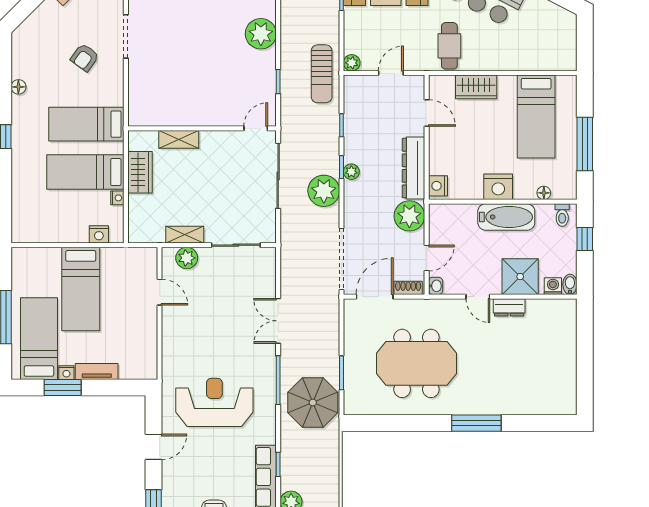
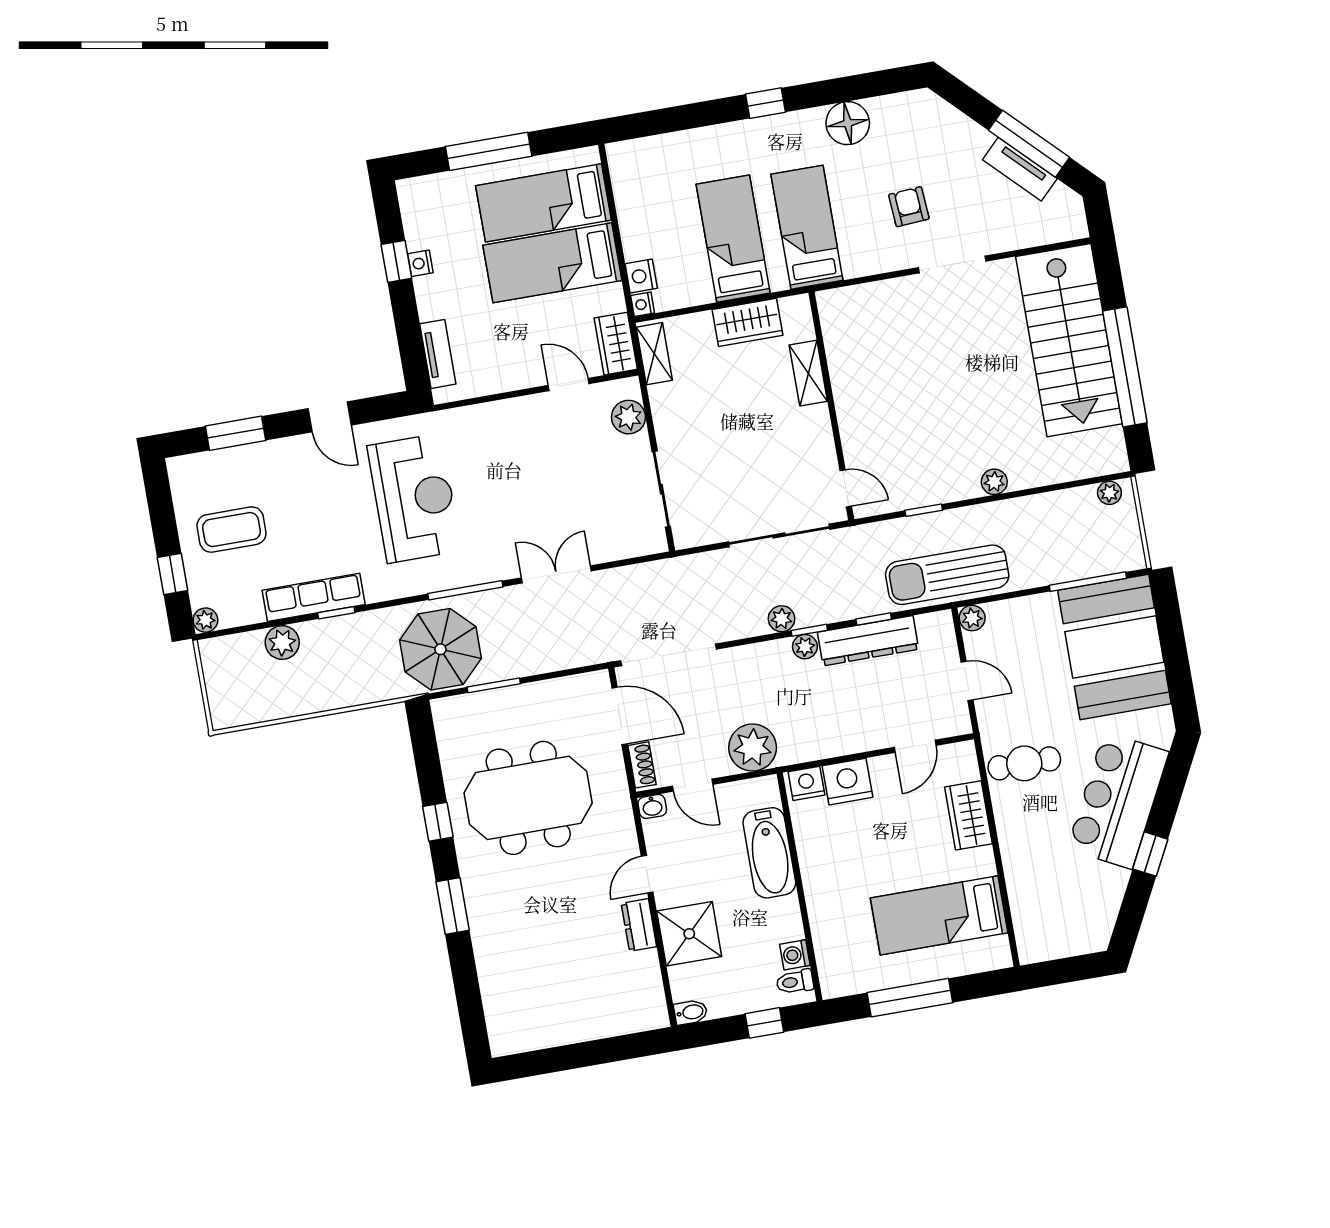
plant: (261, 34) -> (994, 482), width x0.53, depth x0.53
armchair: (85, 57) -> (909, 207), turned 50
sun lounger: (322, 74) -> (947, 575), width x1.36, depth x1.34
floor lamp: (18, 87) -> (848, 123), width x1.89, depth x1.89
dresser: (414, 168) -> (868, 641), moved, turned 180
nightstand: (498, 187) -> (847, 782), moved, turned 90
plant: (324, 191) -> (782, 619), width x0.53, depth x0.53
floor lamp: (544, 193) -> (824, 948), removed
nightstand: (117, 198) -> (643, 304), moved, turned 90
bathtub: (506, 217) -> (769, 853), moved
shelving: (185, 235) -> (654, 354), moved
wardrobe: (139, 258) -> (616, 344), added
washing machine: (553, 286) -> (795, 955), moved, turned 180
door: (160, 292) -> (569, 385), swing flipped
bed: (39, 339) -> (543, 203), moved, turned 180
meeting table: (416, 363) -> (528, 798), turned 90
tv unit: (97, 372) -> (438, 354), moved
window: (63, 388) -> (396, 261), width x0.67
window: (422, 423) -> (438, 822), added
window: (476, 423) -> (453, 906), width x0.69

